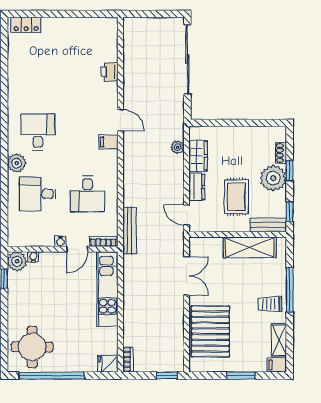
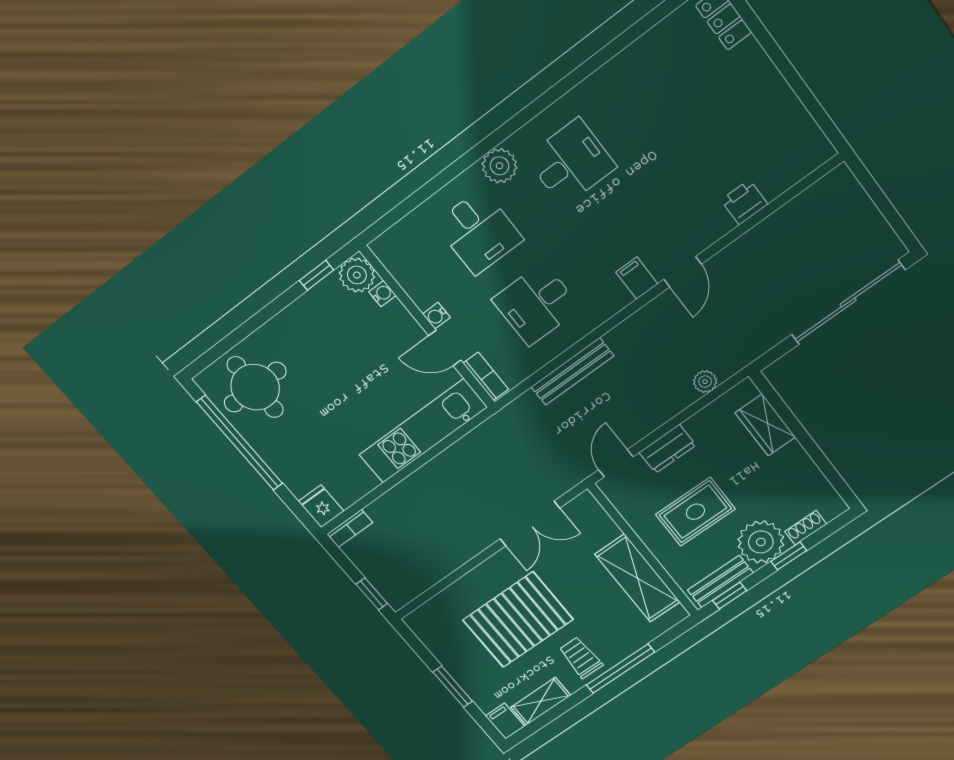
wardrobe: (198, 156) -> (765, 425), moved, turned 90
desk: (38, 194) -> (479, 232), turned 180
bench: (268, 225) -> (720, 582), moved, turned 90
bench: (130, 231) -> (572, 371), moved
pallet: (210, 331) -> (518, 620), moved

